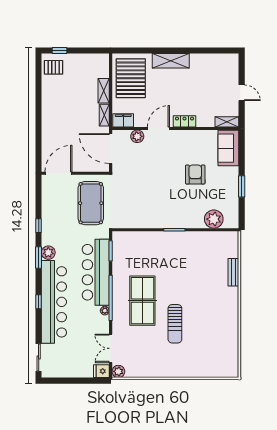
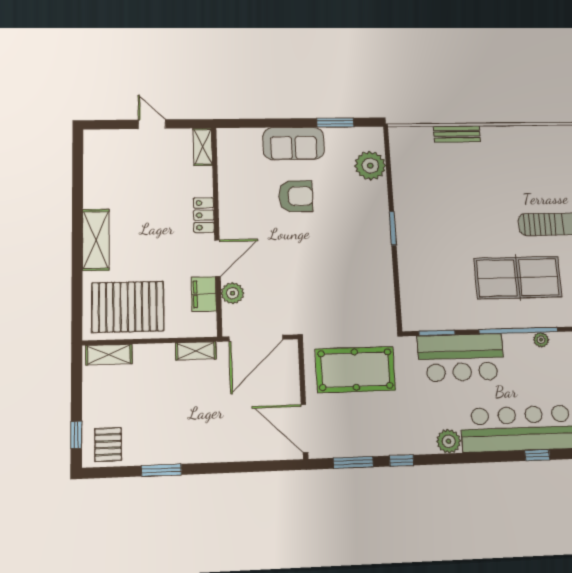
shelving: (104, 91) -> (109, 355), moved
door: (242, 93) -> (152, 124), hinge flipped
window: (39, 95) -> (161, 470), added
filing cabinet: (123, 120) -> (204, 294), moved
door: (158, 129) -> (218, 258), swing flipped
sofa: (228, 148) -> (294, 144), moved
armchair: (195, 174) -> (296, 196), turned 180
window: (242, 186) -> (335, 122), moved
window: (39, 257) -> (353, 463), moved
bar counter: (96, 272) -> (461, 358), width x0.73

